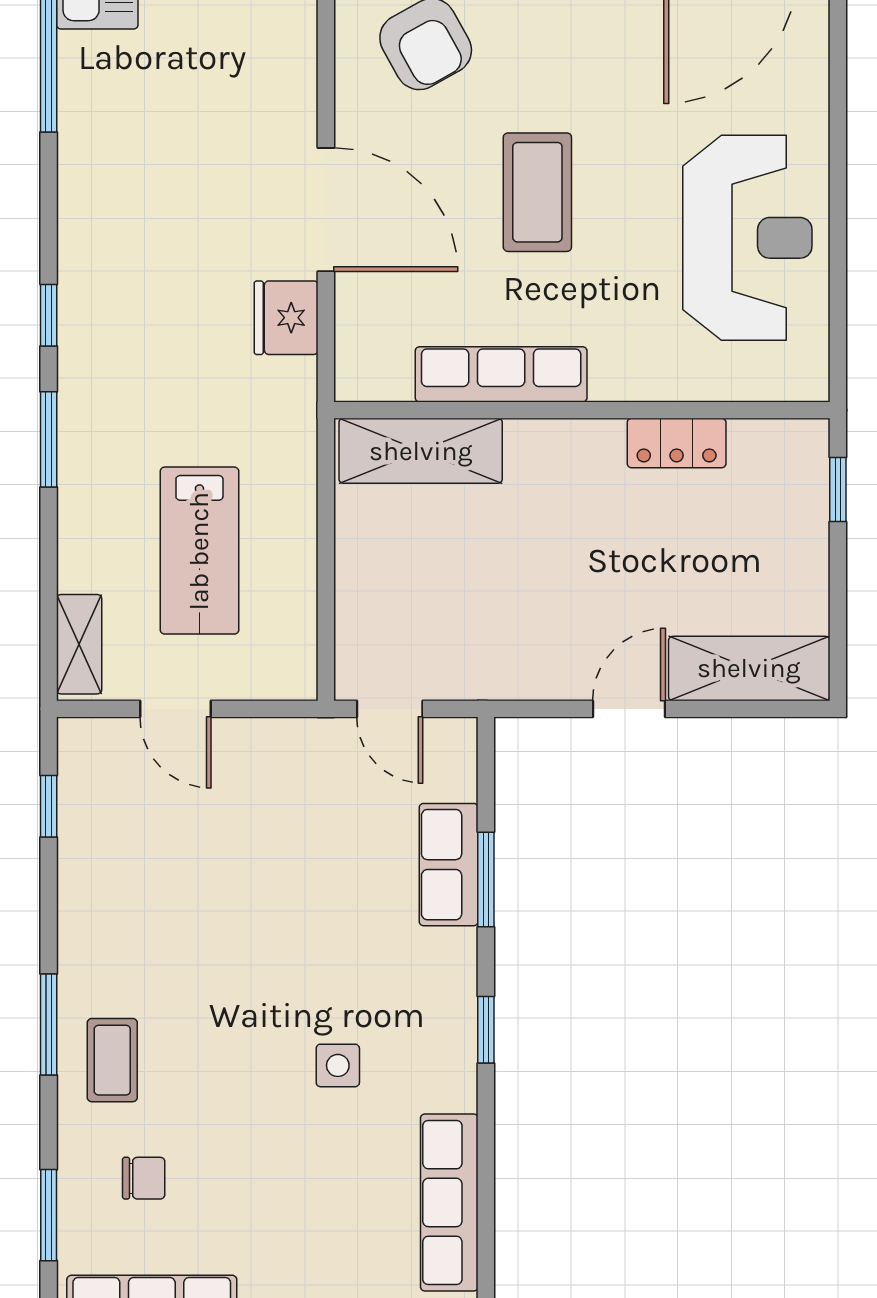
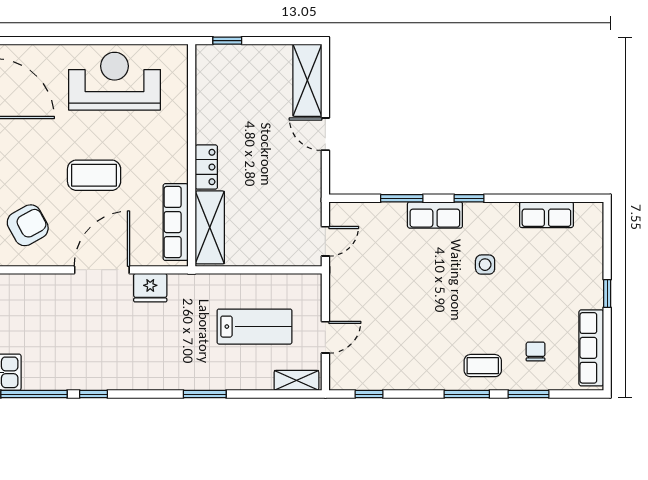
window: (49, 315) -> (94, 394), moved
row of seats: (501, 374) -> (176, 222), moved
locker: (677, 443) -> (206, 167), moved
row of seats: (449, 865) -> (435, 215), moved
row of seats: (449, 1202) -> (546, 215), width x0.68
window: (49, 1215) -> (528, 394), moved

